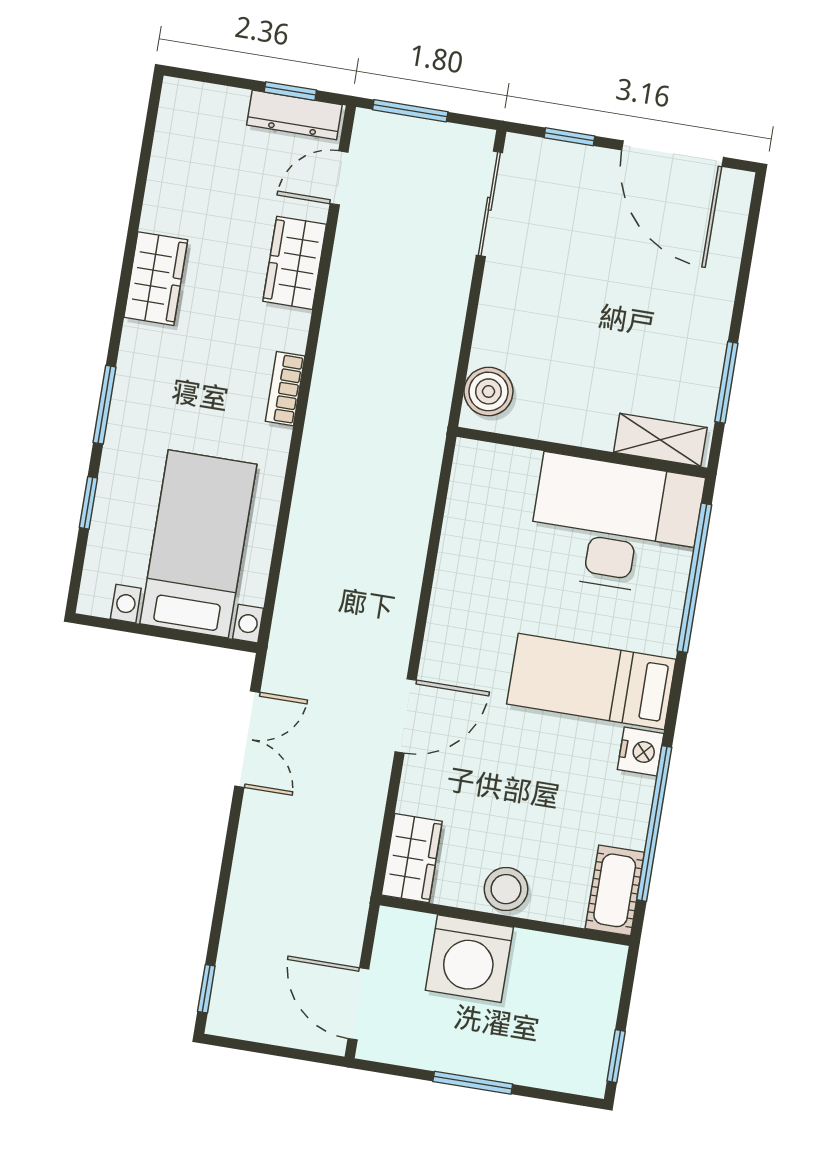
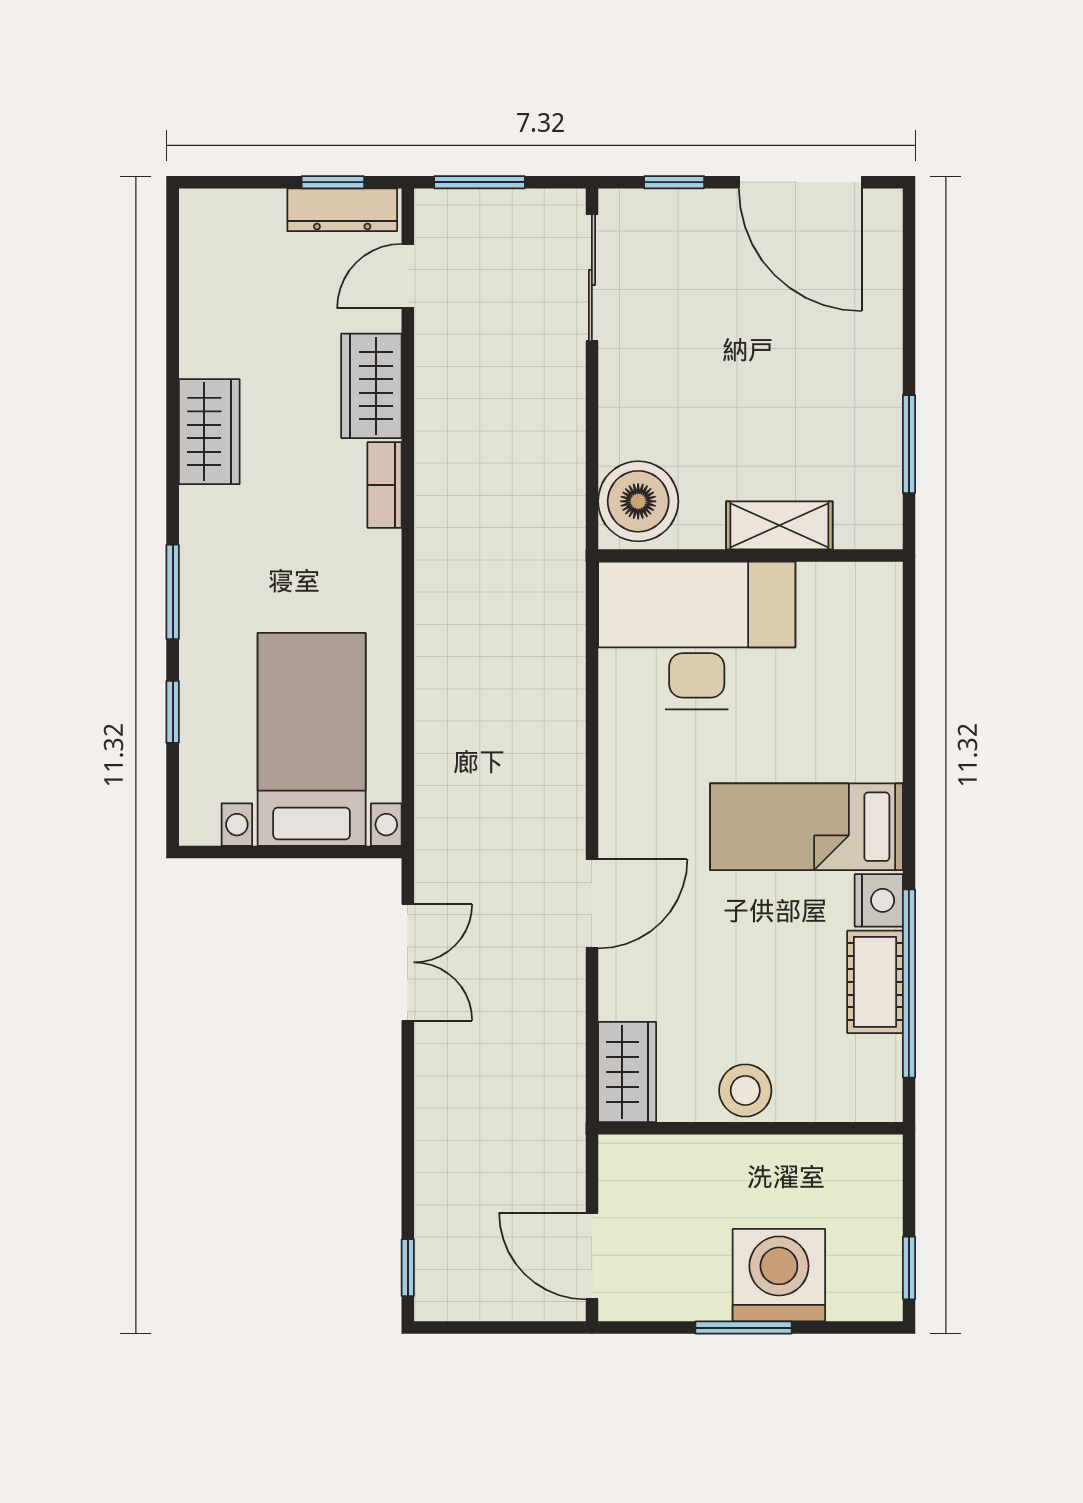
bookcase: (285, 389) -> (385, 485), moved
boiler: (488, 391) -> (638, 501), width x1.37, depth x1.37
shelving: (660, 440) -> (779, 525), moved
desk: (615, 525) -> (697, 635), moved
window: (694, 578) -> (909, 683), removed
cot: (615, 890) -> (875, 982), moved
washing machine: (469, 959) -> (779, 1275), moved, turned 180

